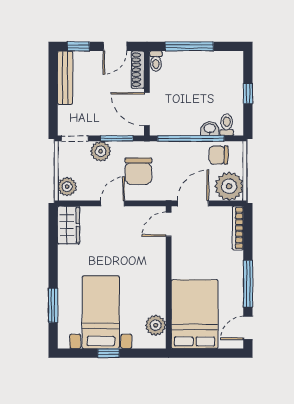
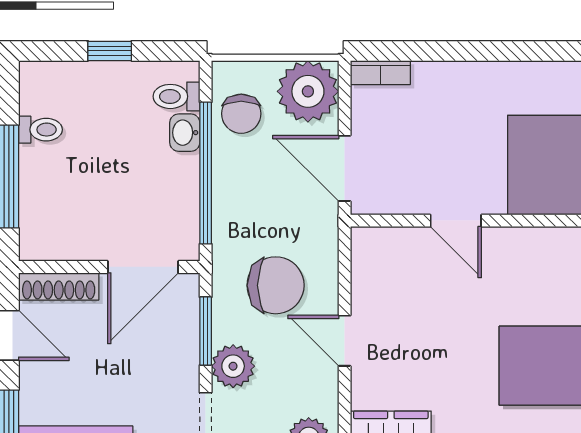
toilet: (156, 61) -> (40, 130), moved
door: (169, 224) -> (456, 221), moved
bookcase: (238, 228) -> (380, 73), width x0.64
window: (248, 284) -> (516, 51), removed

